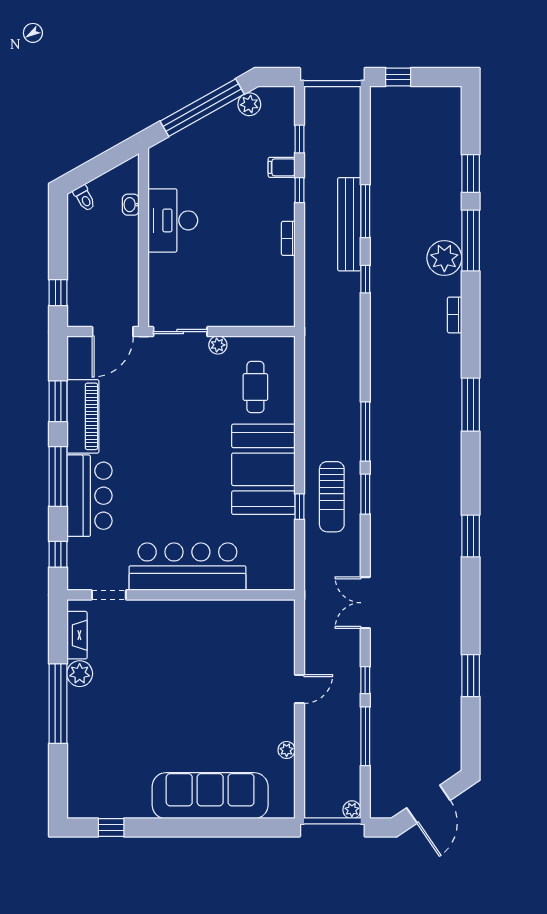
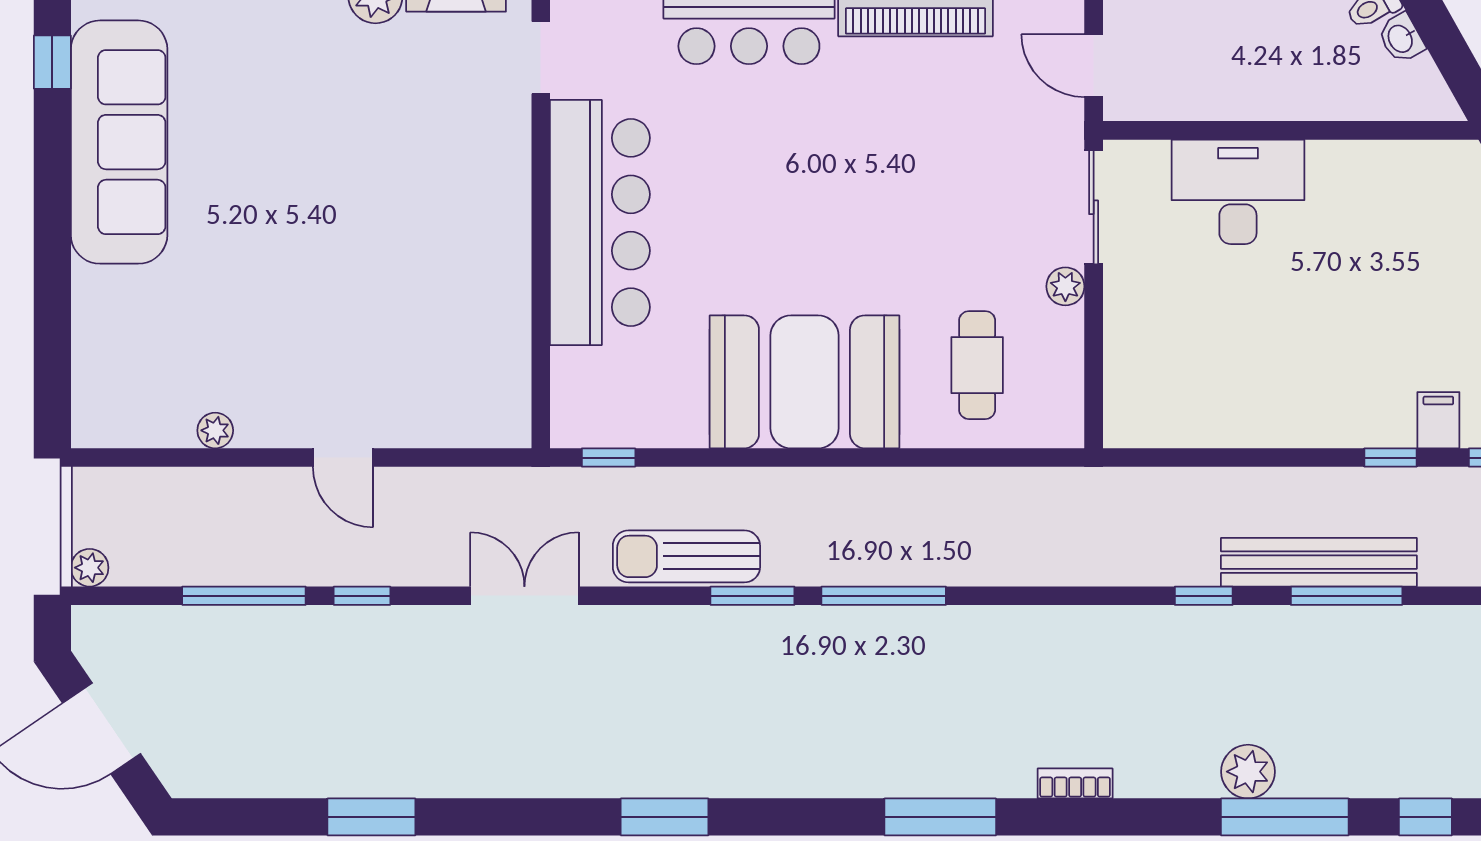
window: (471, 173) -> (1425, 817), width x0.67
washbasin: (131, 205) -> (1401, 38), moved, turned -119
desk: (173, 220) -> (1238, 192), moved
bookcase: (288, 238) -> (1289, 434), removed
plant: (444, 258) -> (1248, 772), width x0.73, depth x0.73
bookcase: (455, 315) -> (1075, 783), moved
door: (113, 332) -> (1094, 66), width x0.73
cafe table: (255, 387) -> (977, 365), turned 90
sun lounger: (332, 497) -> (686, 556), moved
window: (299, 507) -> (609, 458), moved
sofa: (210, 796) -> (119, 142), moved

